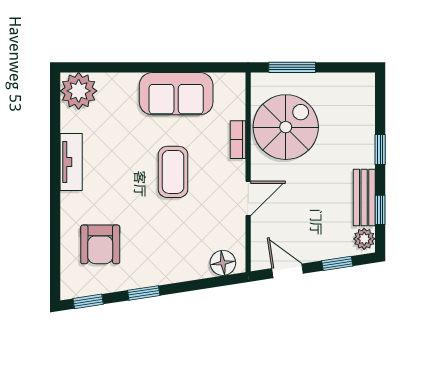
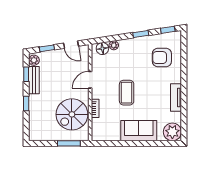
sofa: (176, 94) -> (139, 131), moved
armchair: (100, 244) -> (162, 58), turned -90
plant: (199, 270) -> (114, 45), added

